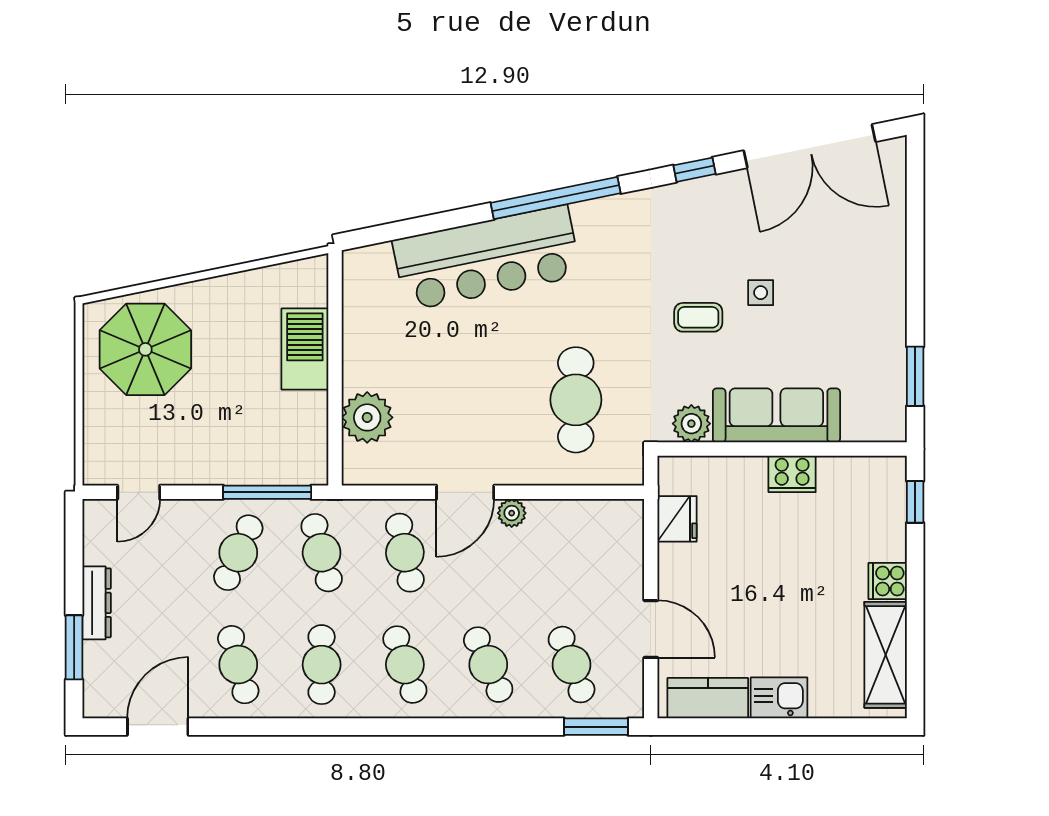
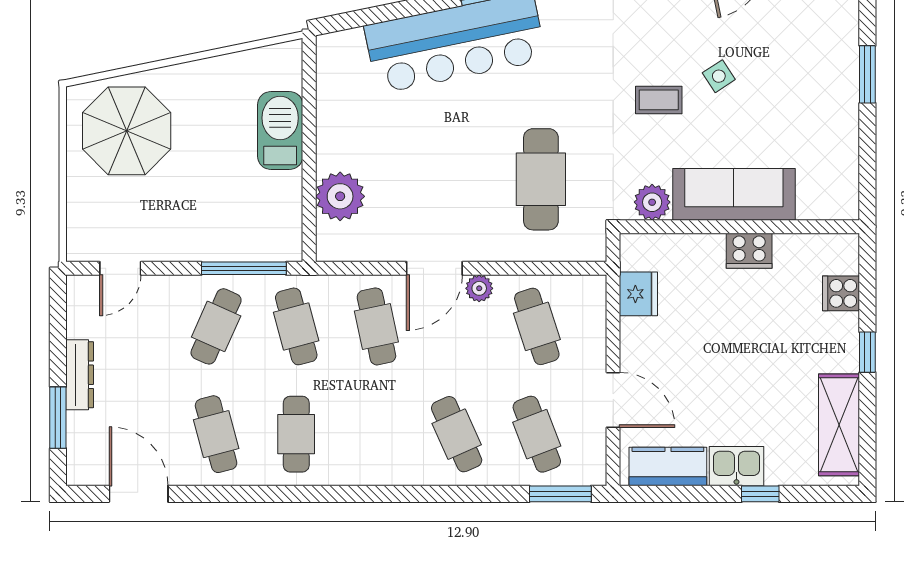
side table: (761, 293) -> (719, 76), turned -33
window: (915, 376) -> (867, 74), moved
window: (915, 502) -> (867, 352), moved
cooker: (888, 581) -> (841, 293), moved
cafe table: (405, 665) -> (537, 326), moved
door: (158, 727) -> (139, 494), hinge flipped
window: (804, 727) -> (760, 494), added

